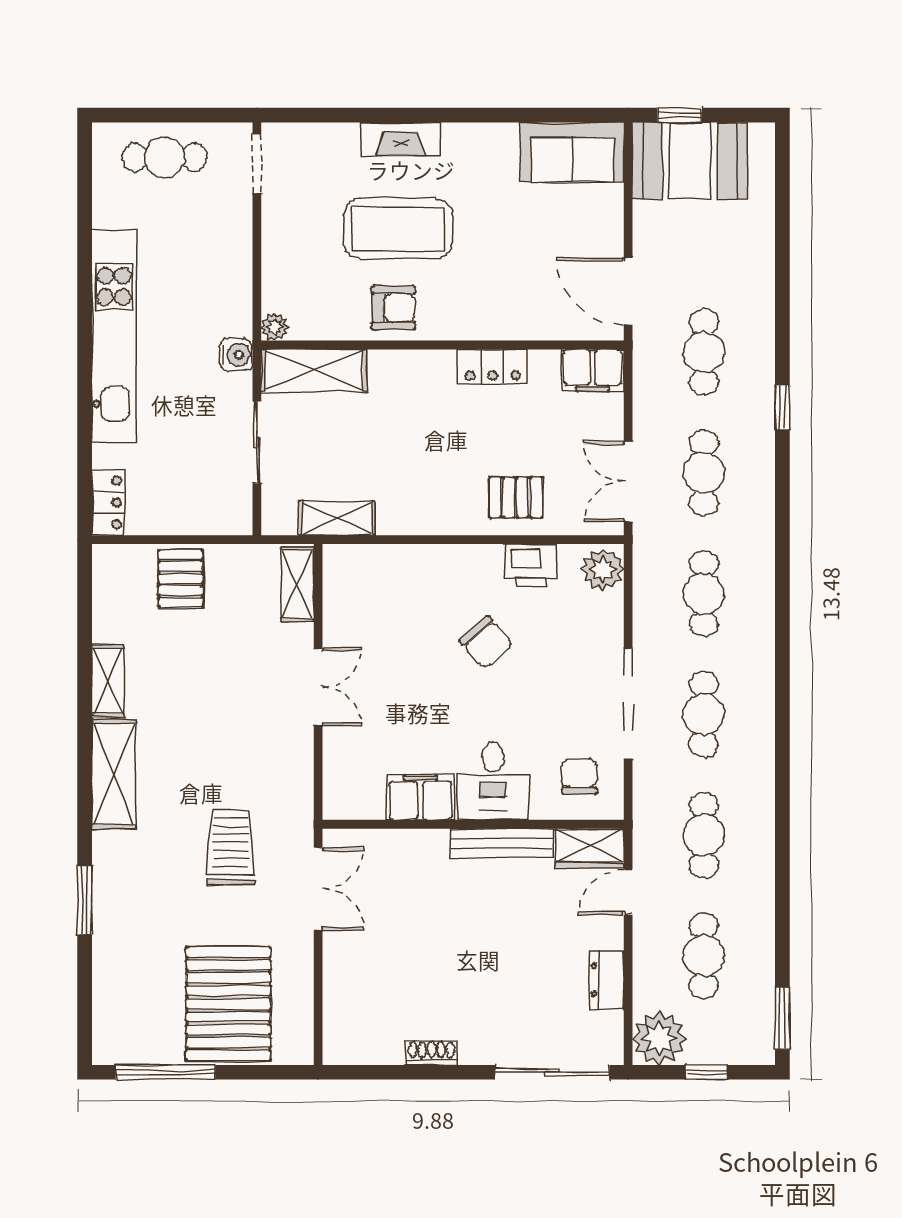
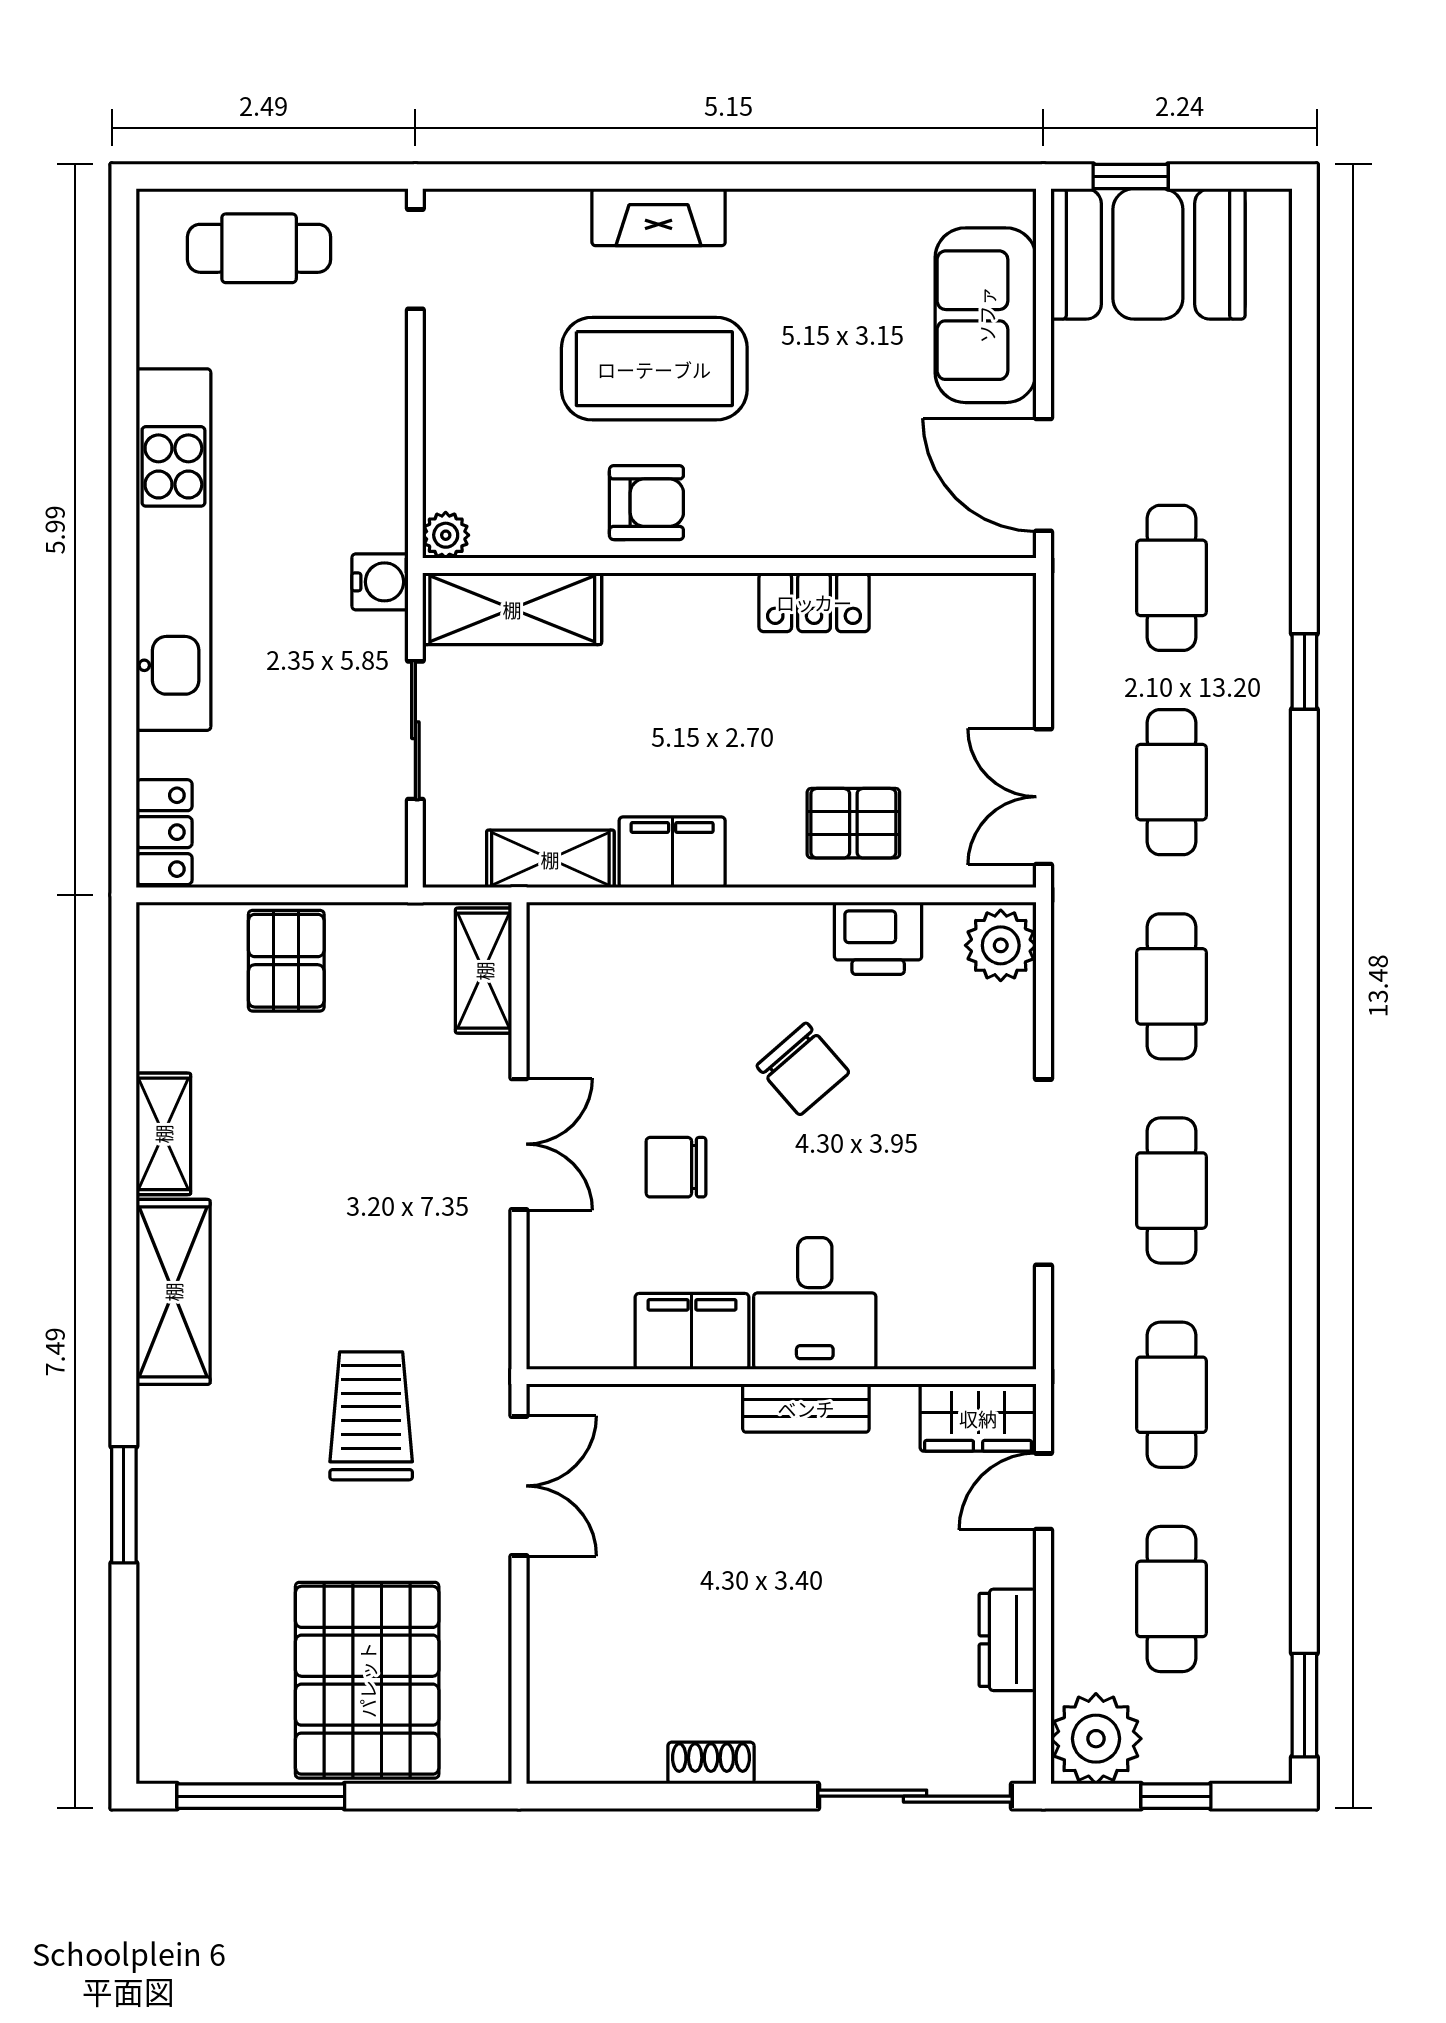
sofa: (572, 152) -> (986, 315), moved, turned 90
filing cabinet: (592, 370) -> (672, 852), moved, turned 180
chair: (579, 777) -> (676, 1167), moved, turned -90
bench: (501, 843) -> (806, 1408), width x0.73

